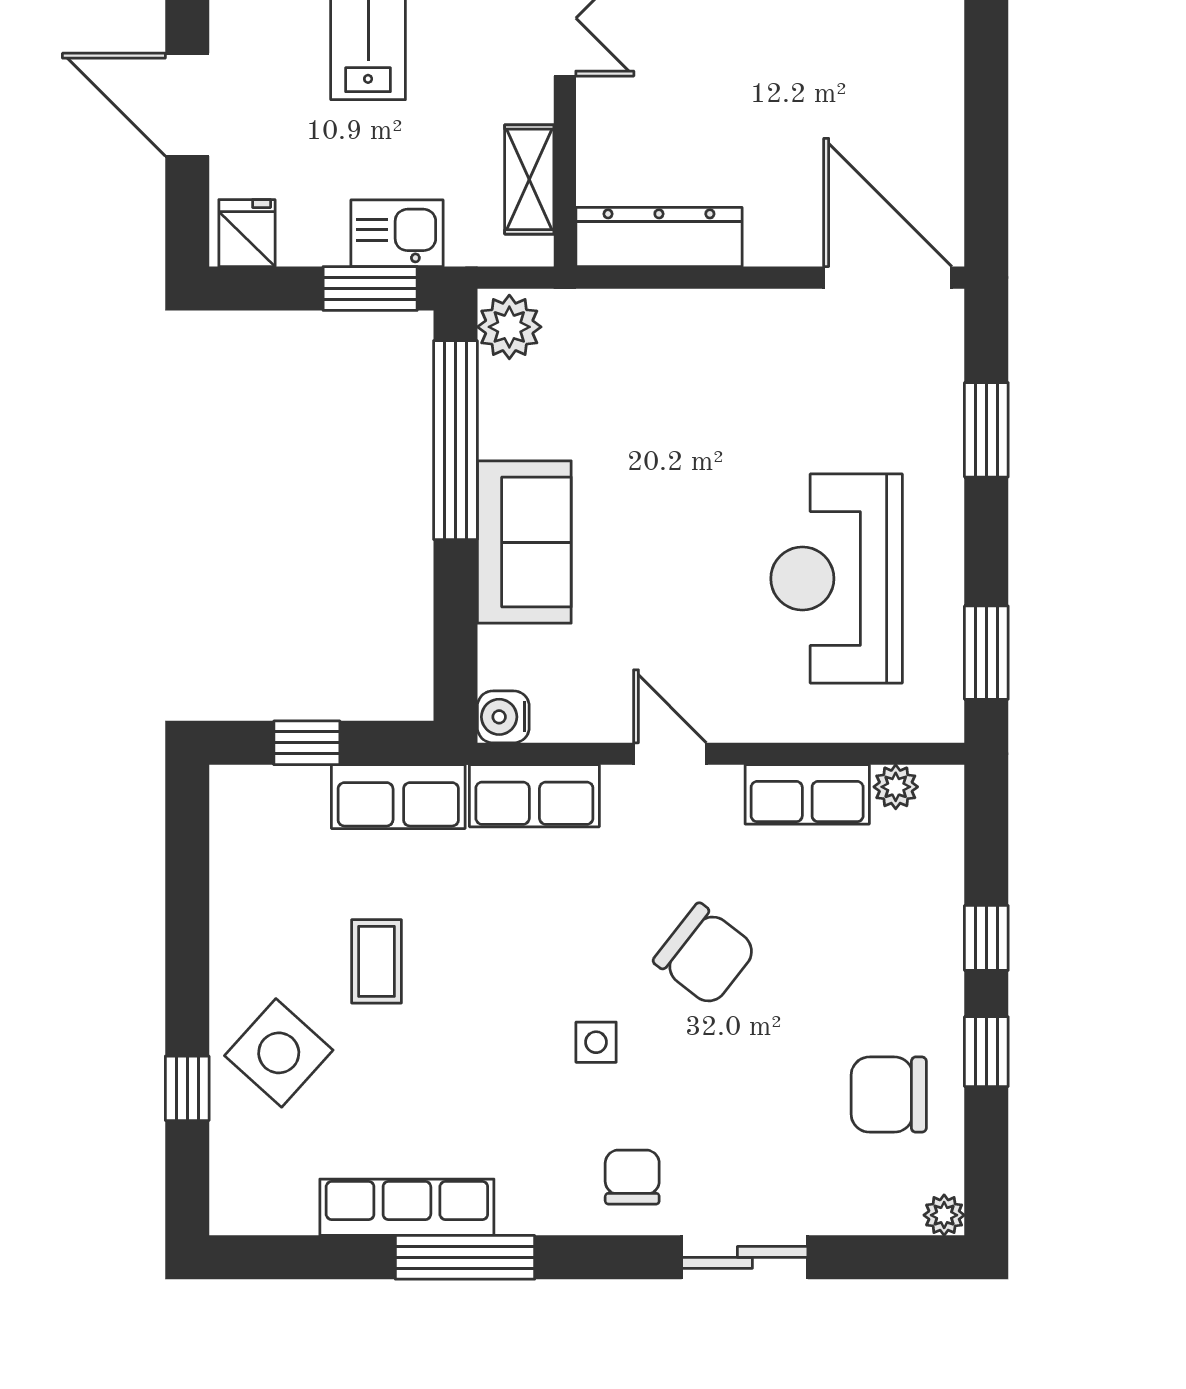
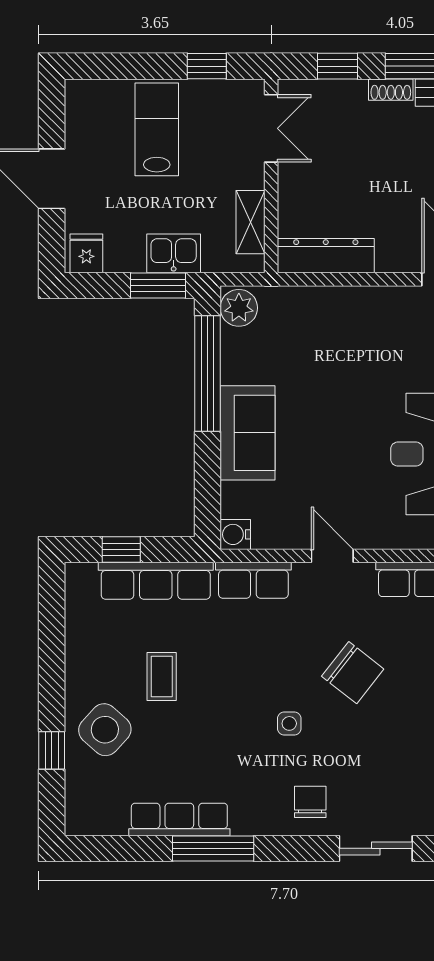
row of seats: (398, 797) -> (156, 581), width x1.48

